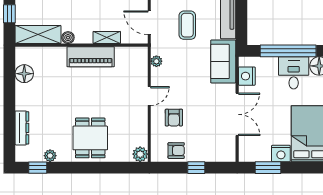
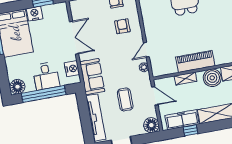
boiler: (68, 38) -> (212, 78), width x1.86, depth x1.86
desk: (294, 73) -> (46, 76), moved
door: (149, 96) -> (146, 50), moved
double door: (237, 114) -> (74, 38), swing flipped

